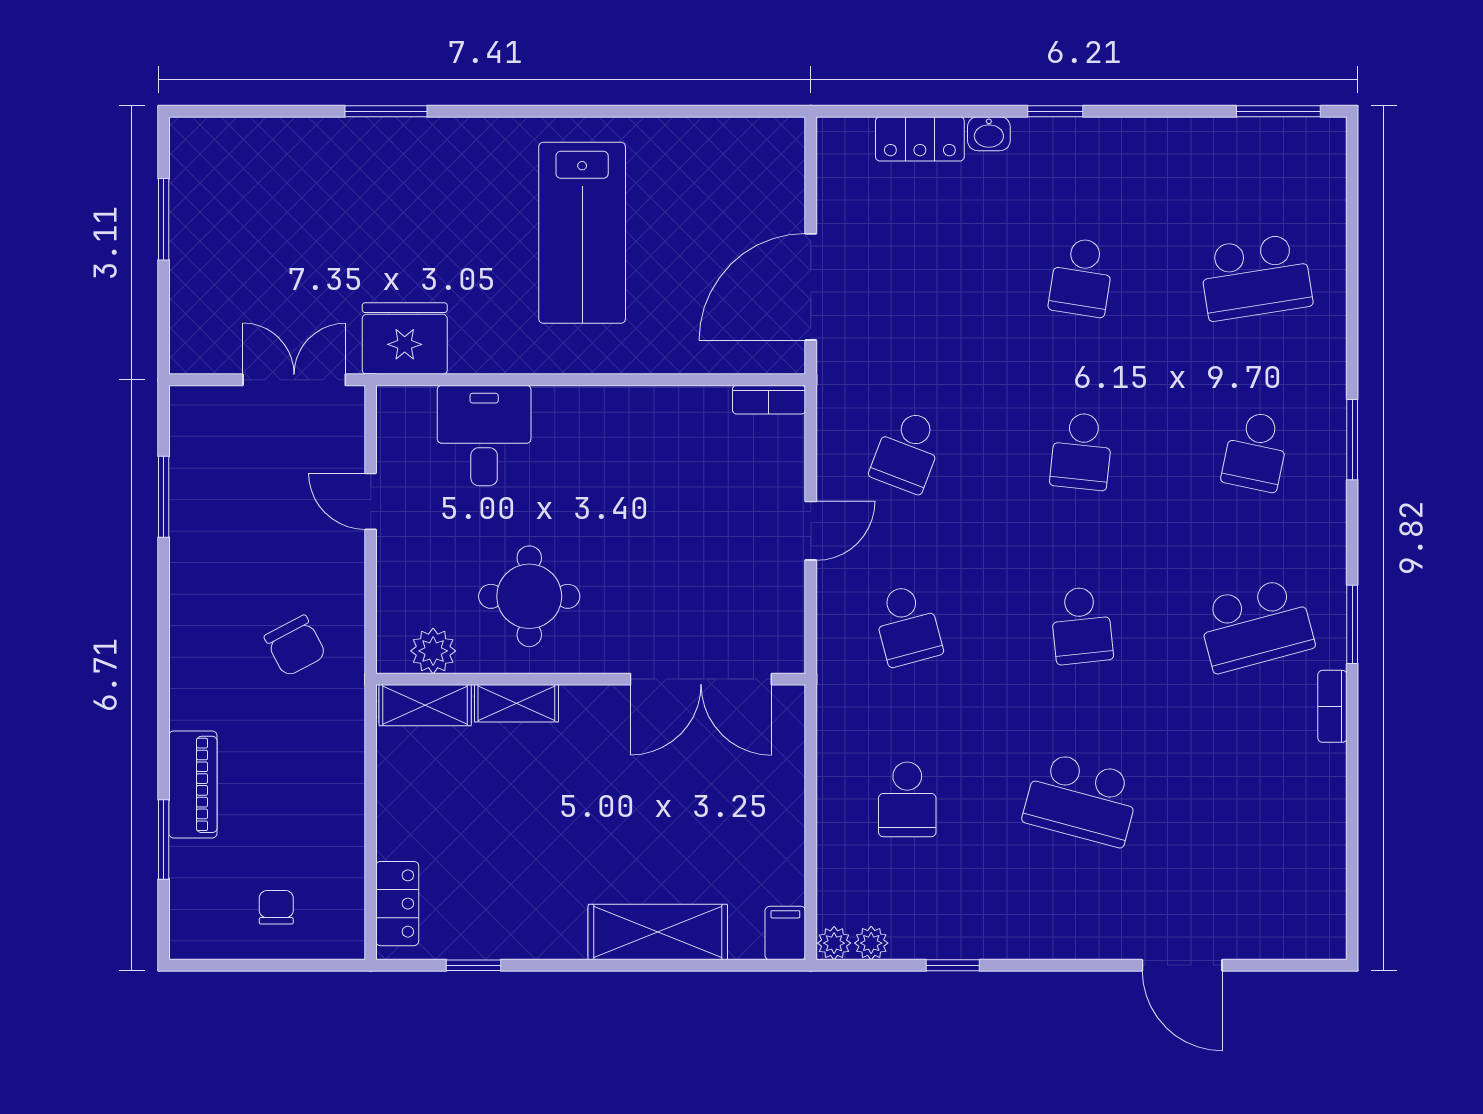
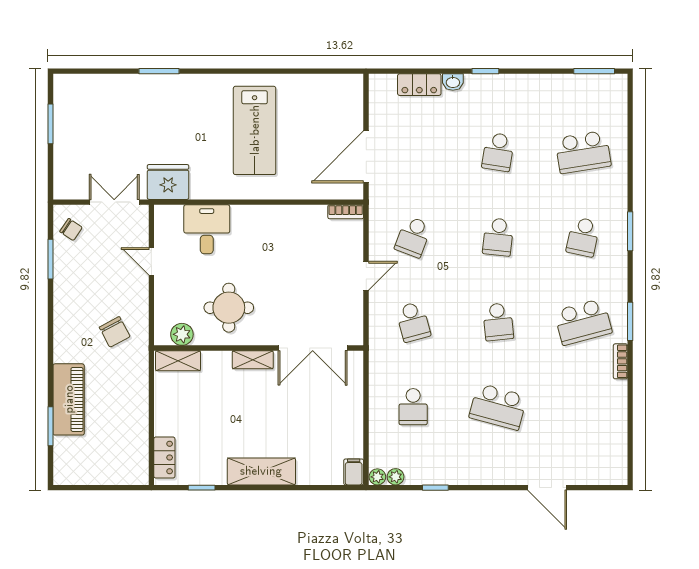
shelving: (516, 703) -> (253, 360), moved
piano: (193, 784) -> (69, 399), width x1.37, depth x1.33
chair: (276, 907) -> (71, 229), moved, turned 124
shelving: (658, 932) -> (261, 471), moved

